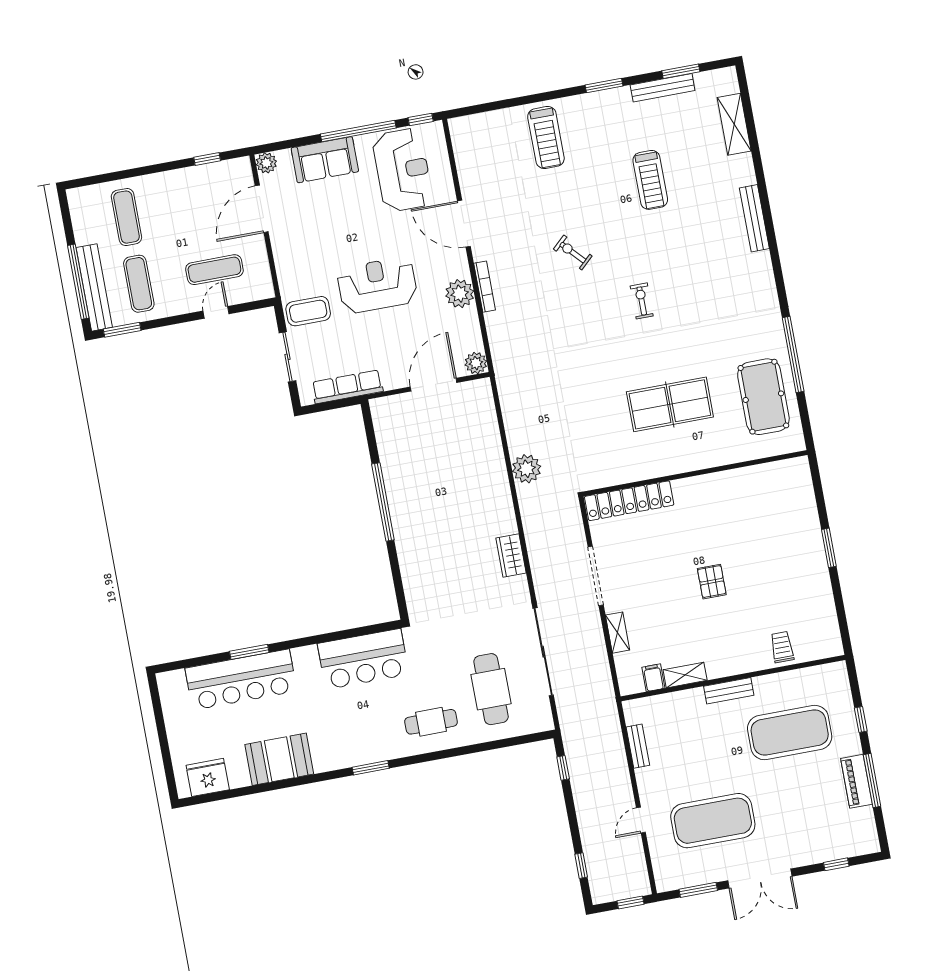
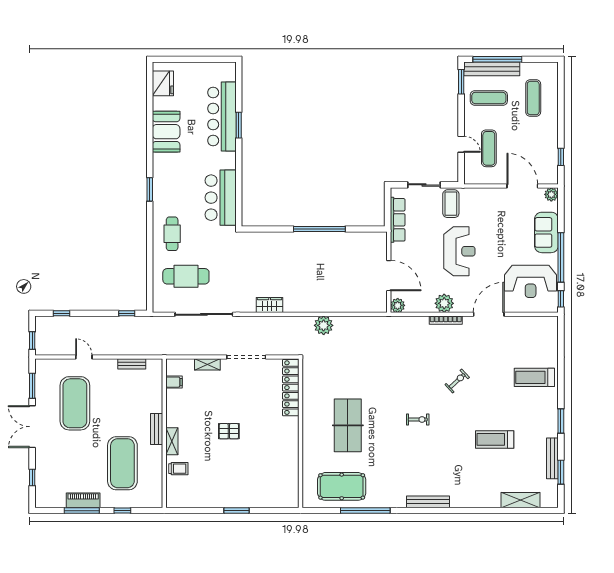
exercise mat: (126, 217) -> (533, 98), turned 90
bench: (754, 218) -> (428, 502), moved
shelving: (685, 675) -> (172, 441), moved

